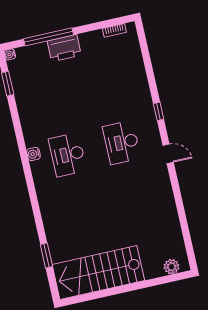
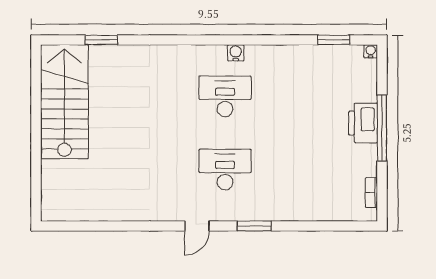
window: (48, 37) -> (382, 128), moved
window: (159, 111) -> (254, 226), width x1.50
plant: (171, 267) -> (51, 197), removed

